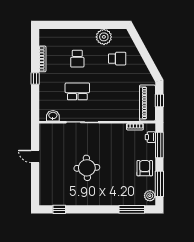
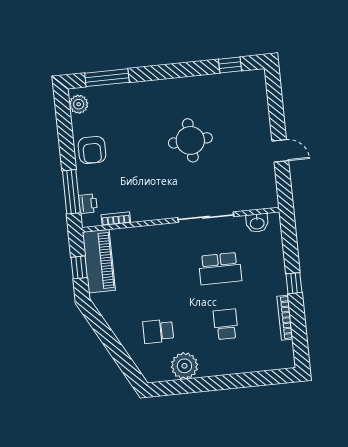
window: (159, 184) -> (65, 126), removed

